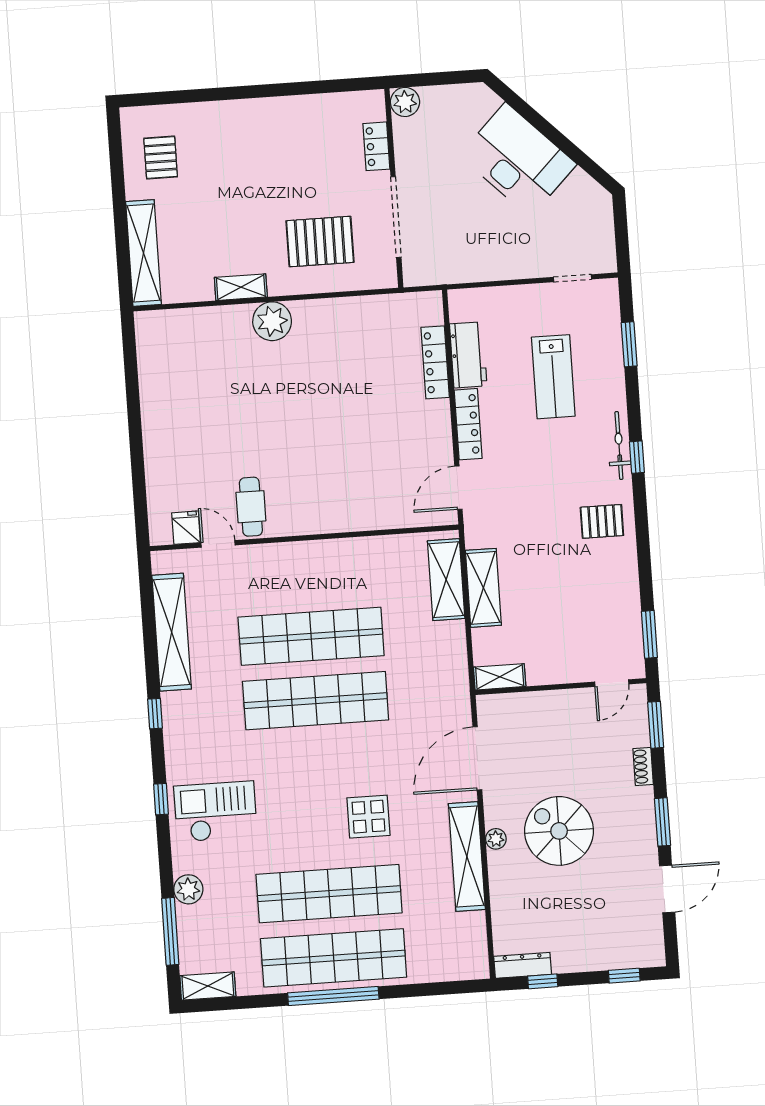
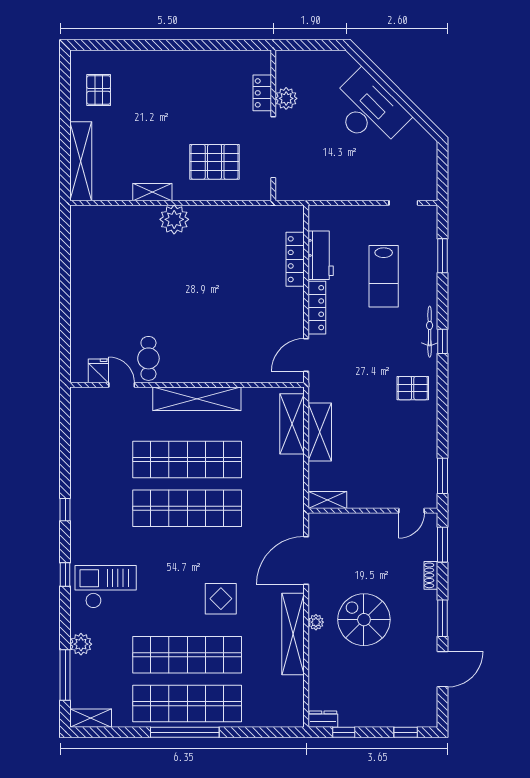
plant: (405, 102) -> (286, 98), moved
shelving: (172, 632) -> (197, 399), moved, turned 90
dresser: (523, 965) -> (323, 719), width x0.70

